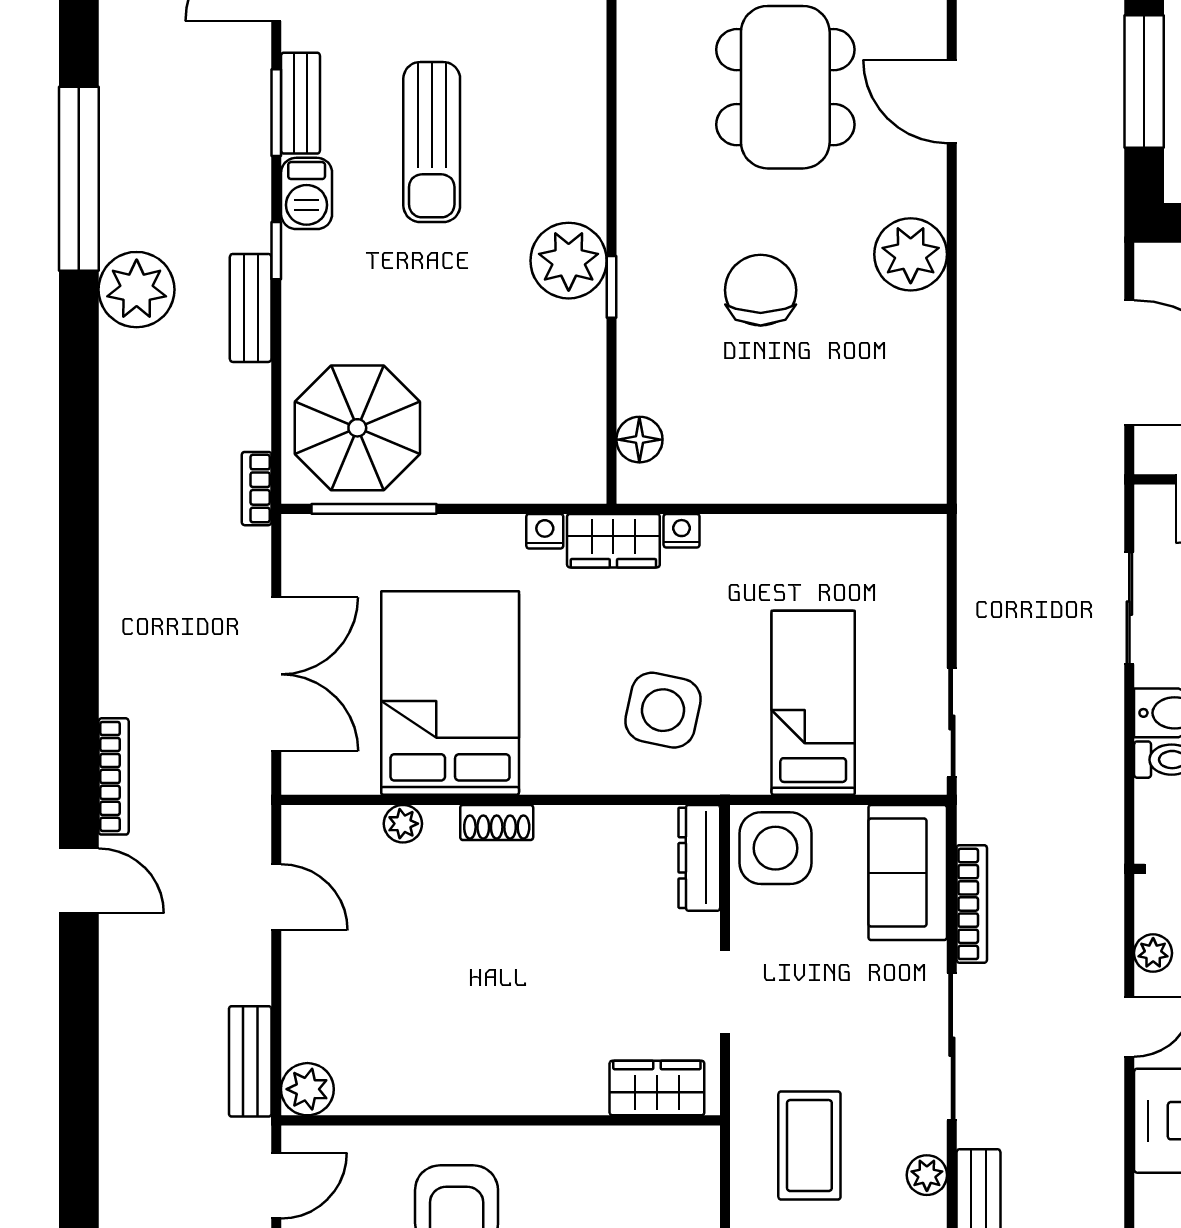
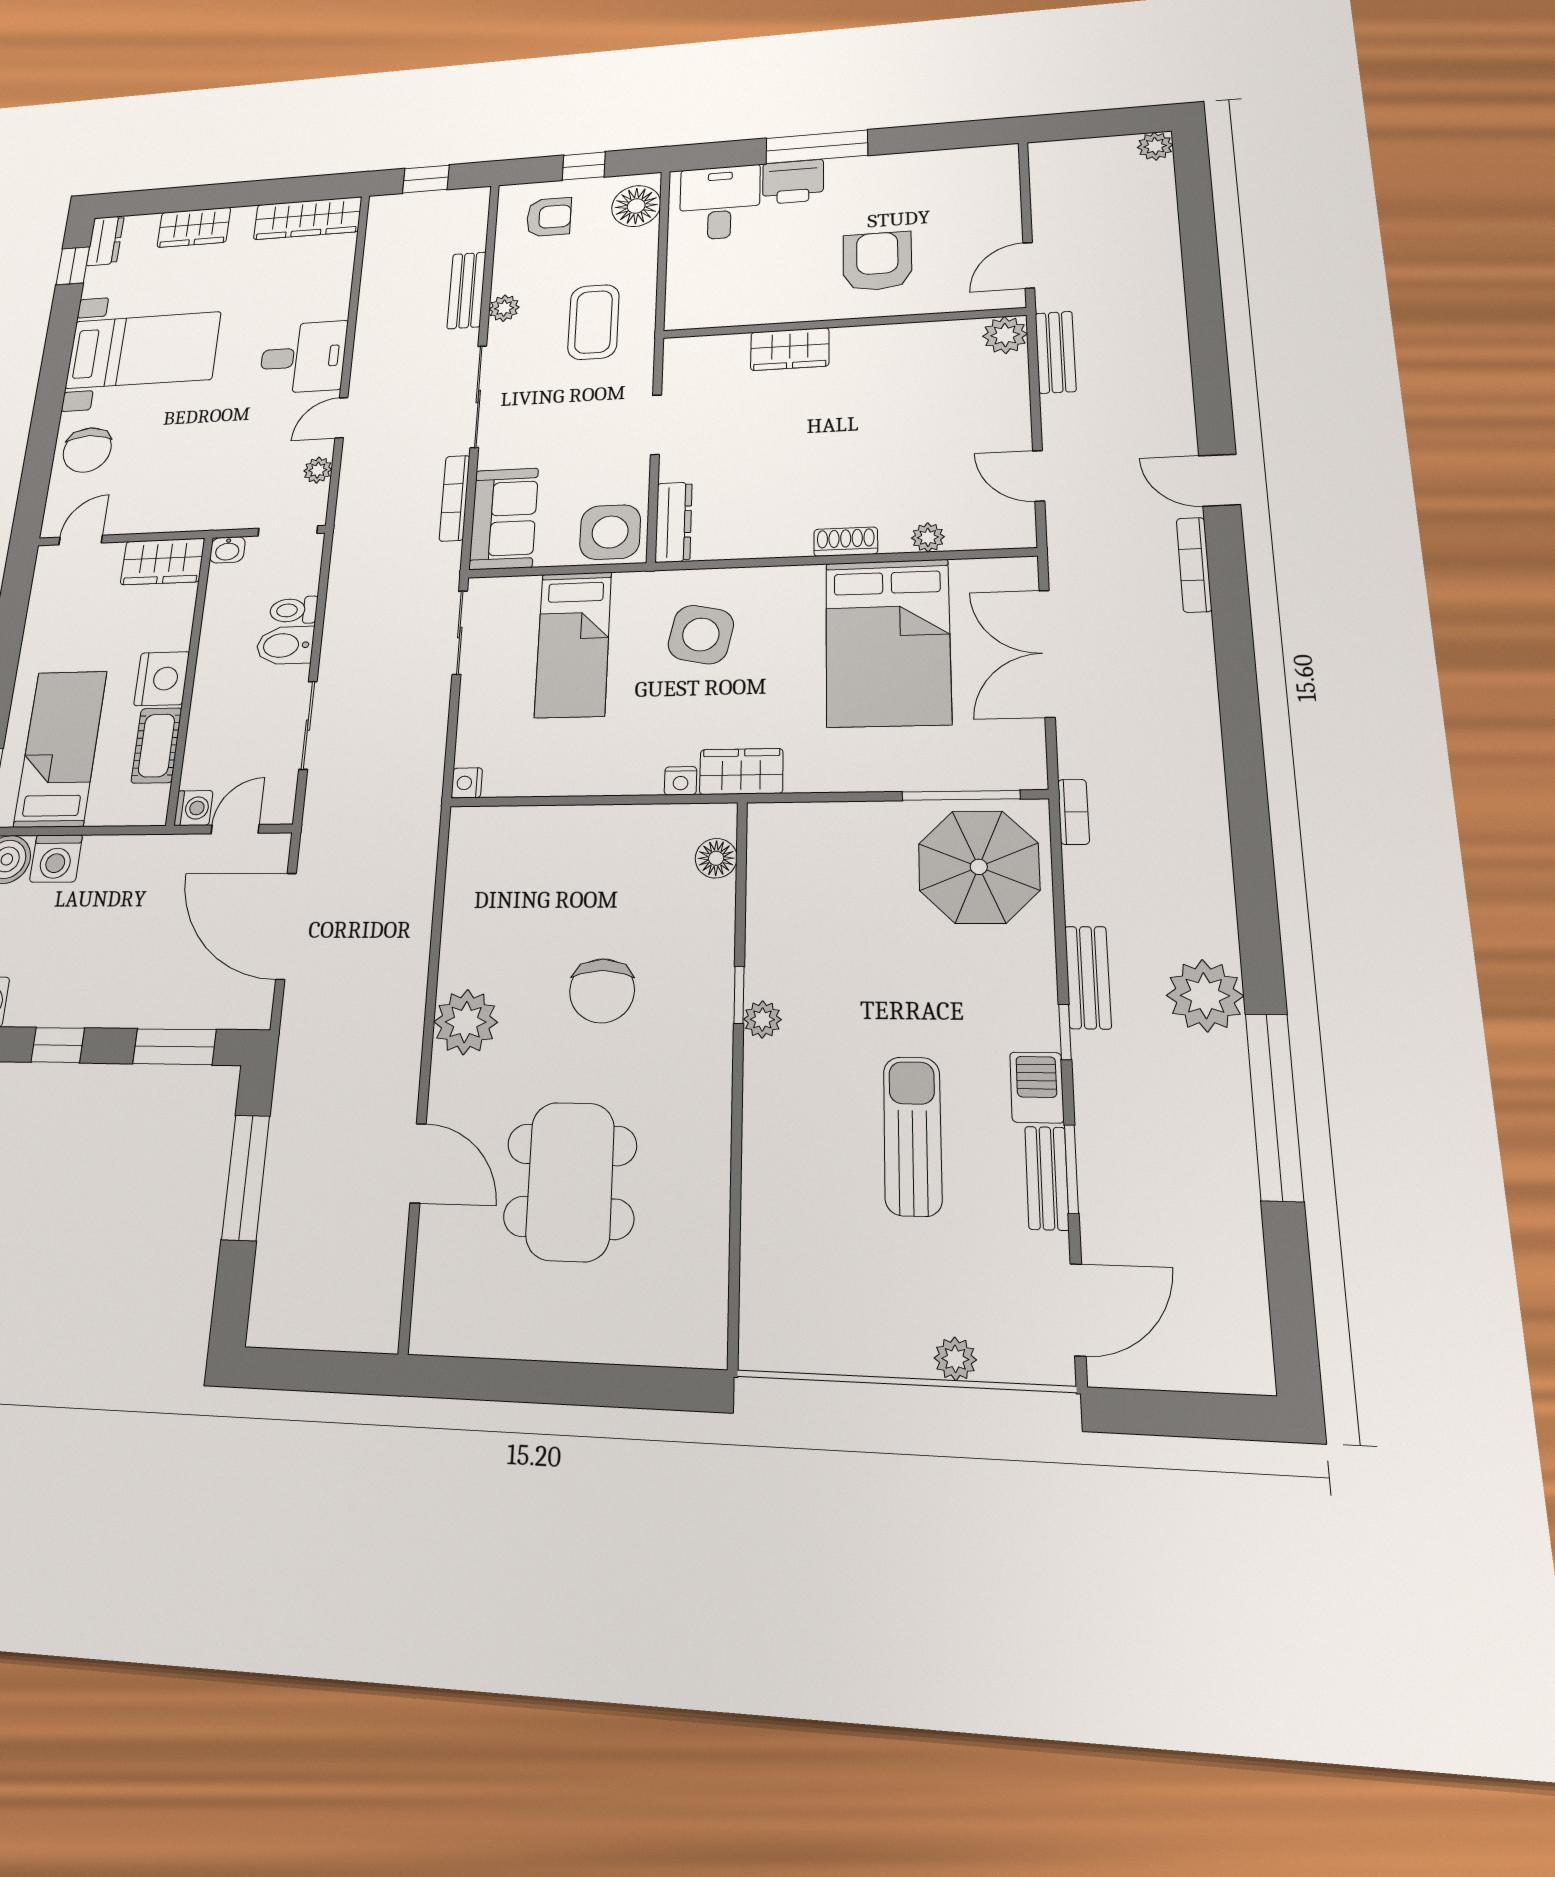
plant: (569, 261) -> (762, 1019), width x0.53, depth x0.53
nightstand: (545, 531) -> (467, 783), moved, turned 90
wardrobe: (657, 1088) -> (790, 349), moved

